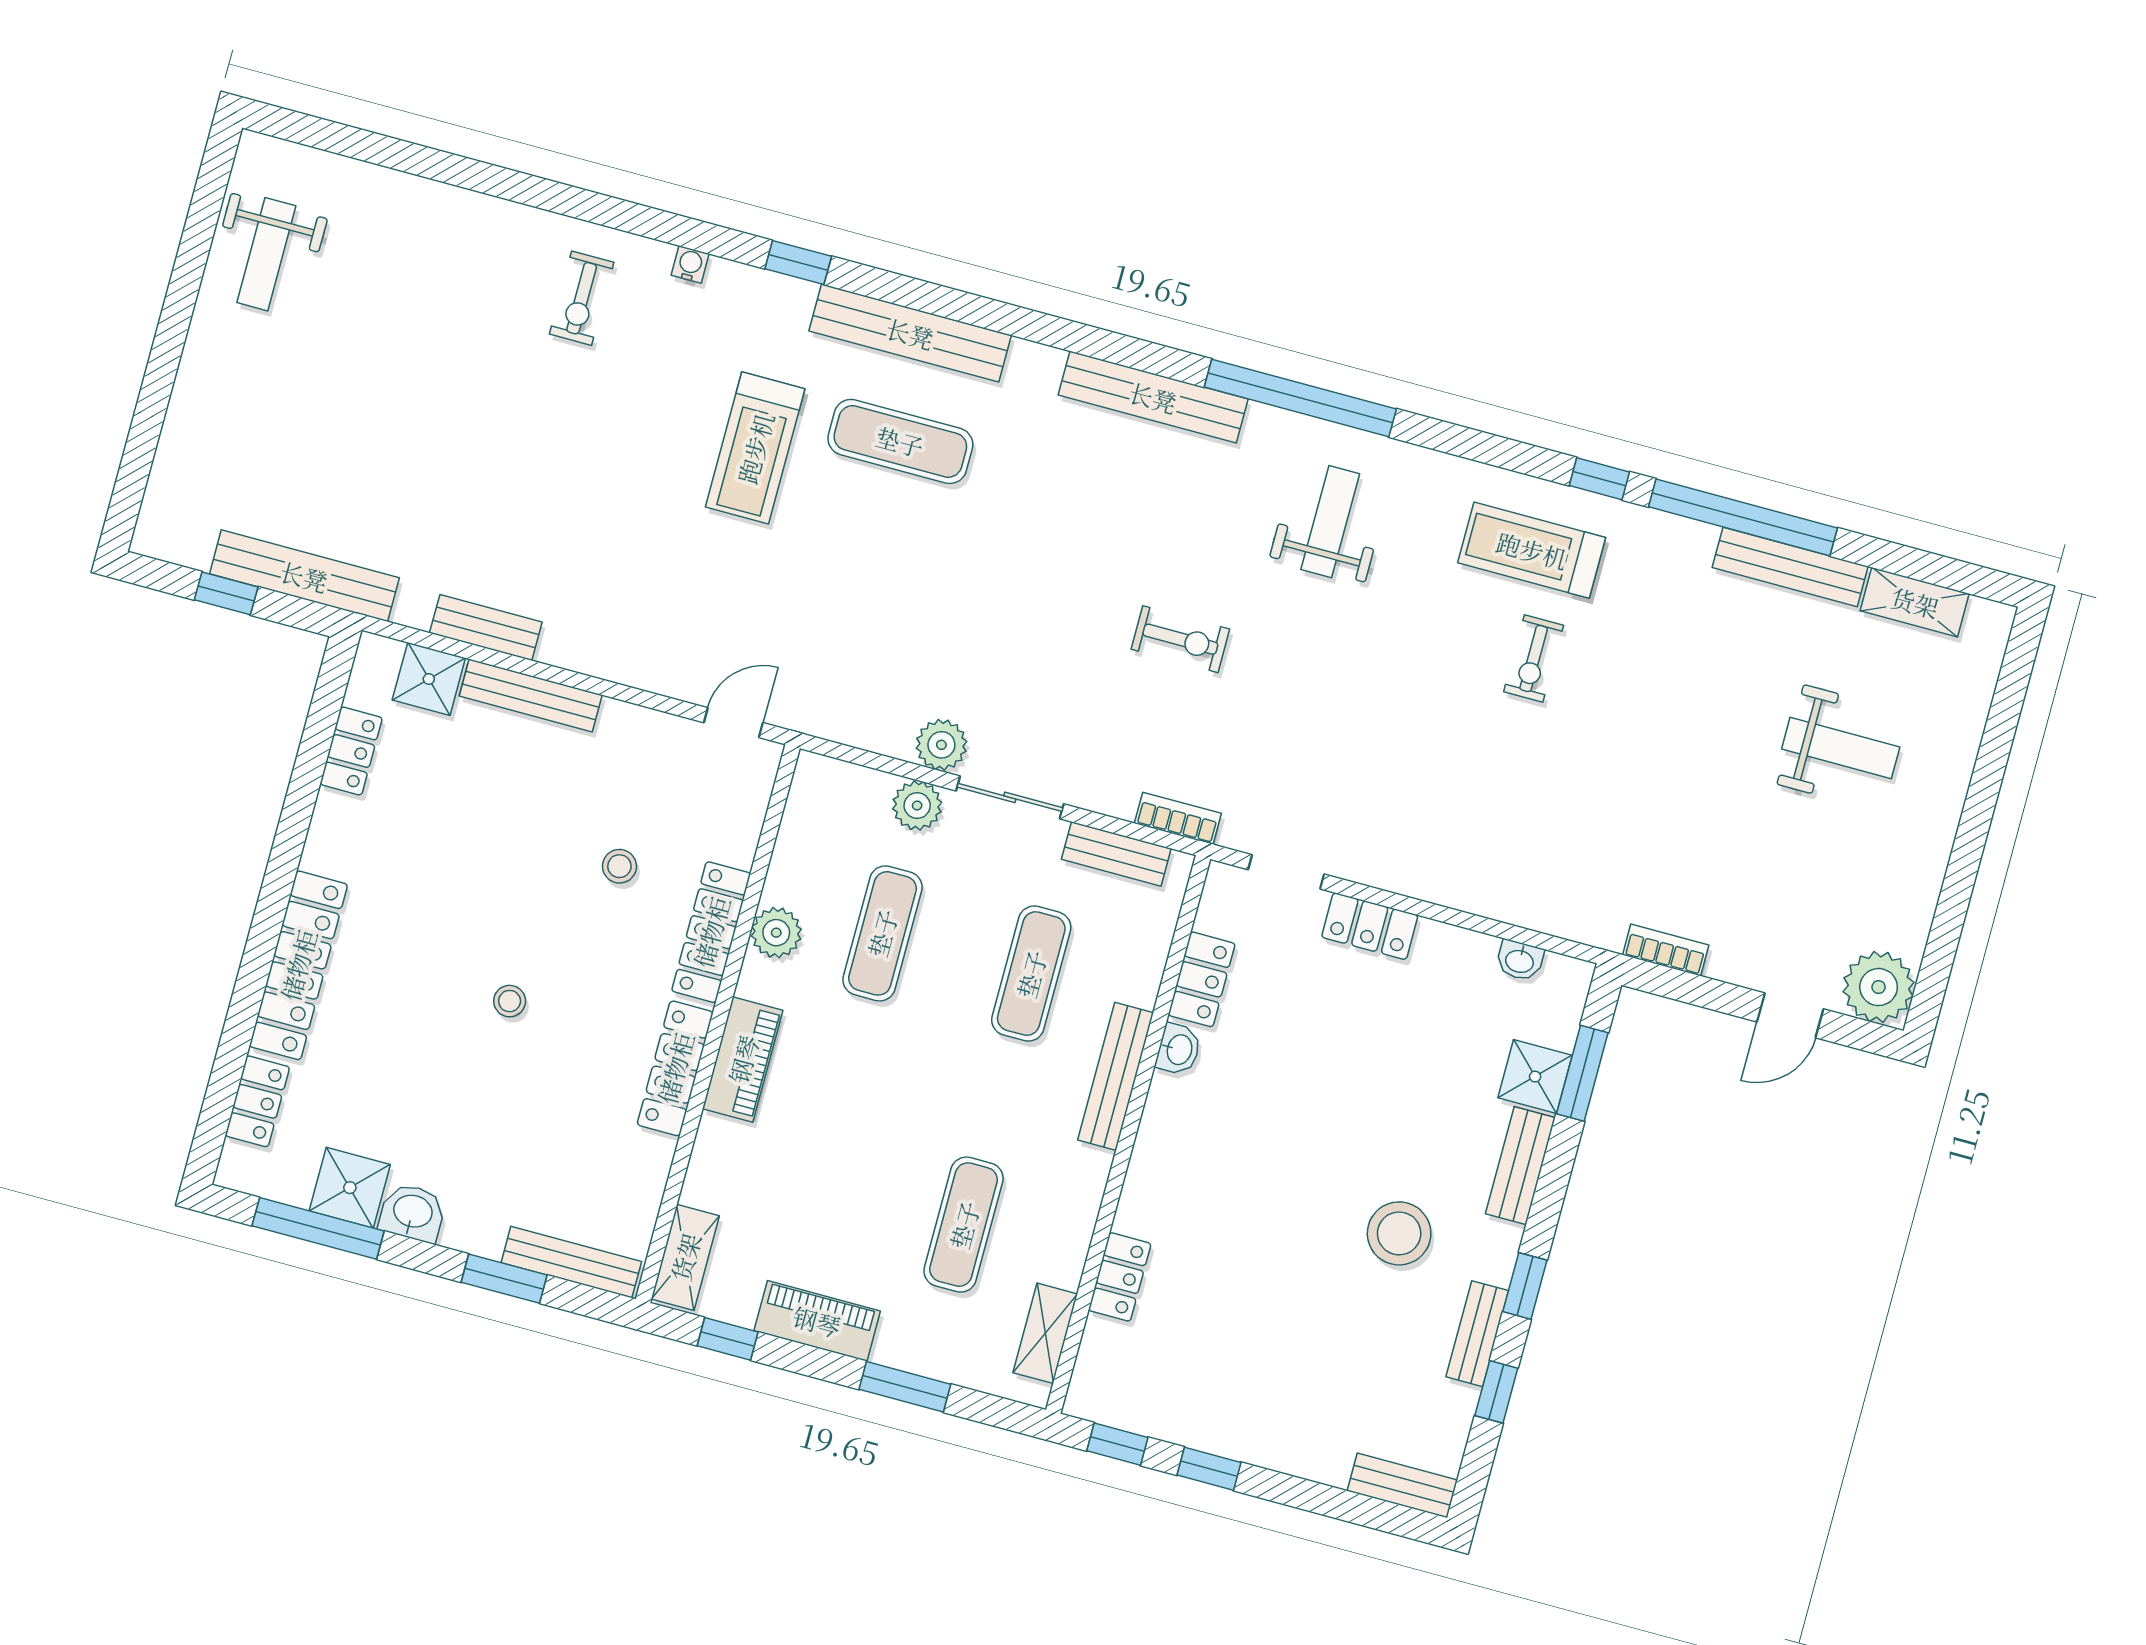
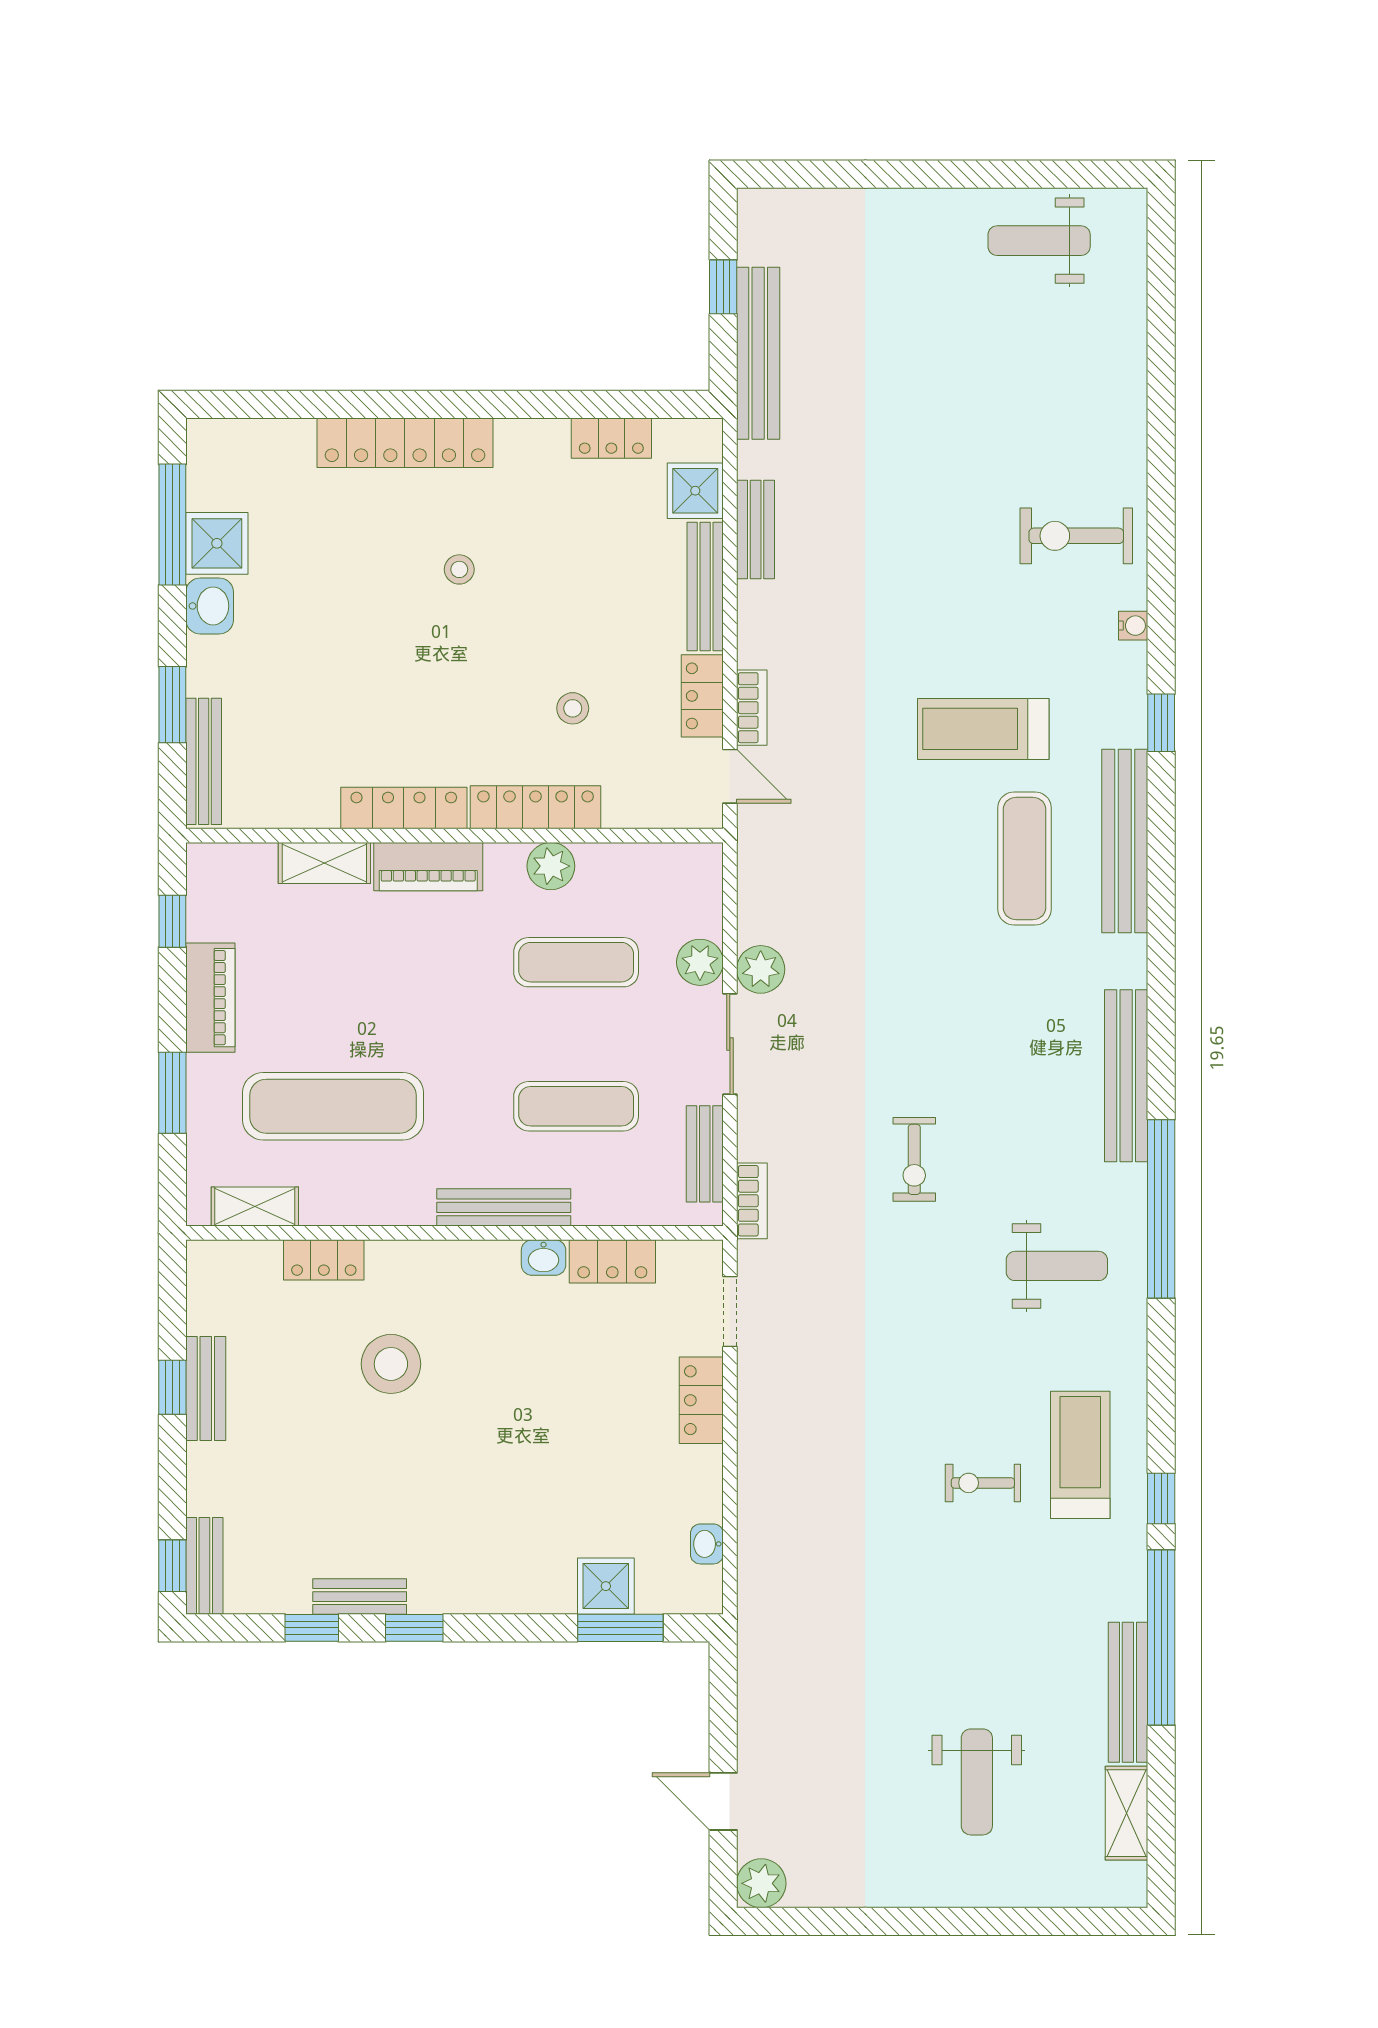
exercise bike: (582, 298) -> (1076, 536), width x1.38, depth x1.39
bookcase: (1666, 950) -> (752, 708), moved
plant: (1879, 987) -> (761, 1883), width x0.73, depth x0.73
stool: (510, 1001) -> (459, 569), moved
locker: (257, 1101) -> (702, 696), moved, turned 90
bench: (1520, 1166) -> (206, 1388), moved, turned 90
exercise mat: (964, 1225) -> (333, 1106), width x1.36, depth x1.45
stool: (1399, 1233) -> (391, 1364), moved
shelving: (685, 1257) -> (324, 863), moved
window: (1117, 1444) -> (172, 1566), moved

